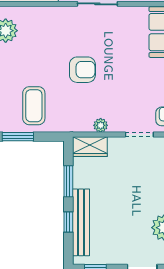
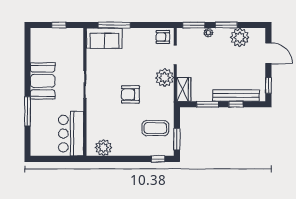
armchair: (82, 70) -> (130, 94), turned -90
plant: (101, 125) -> (165, 78), width x1.87, depth x1.87

